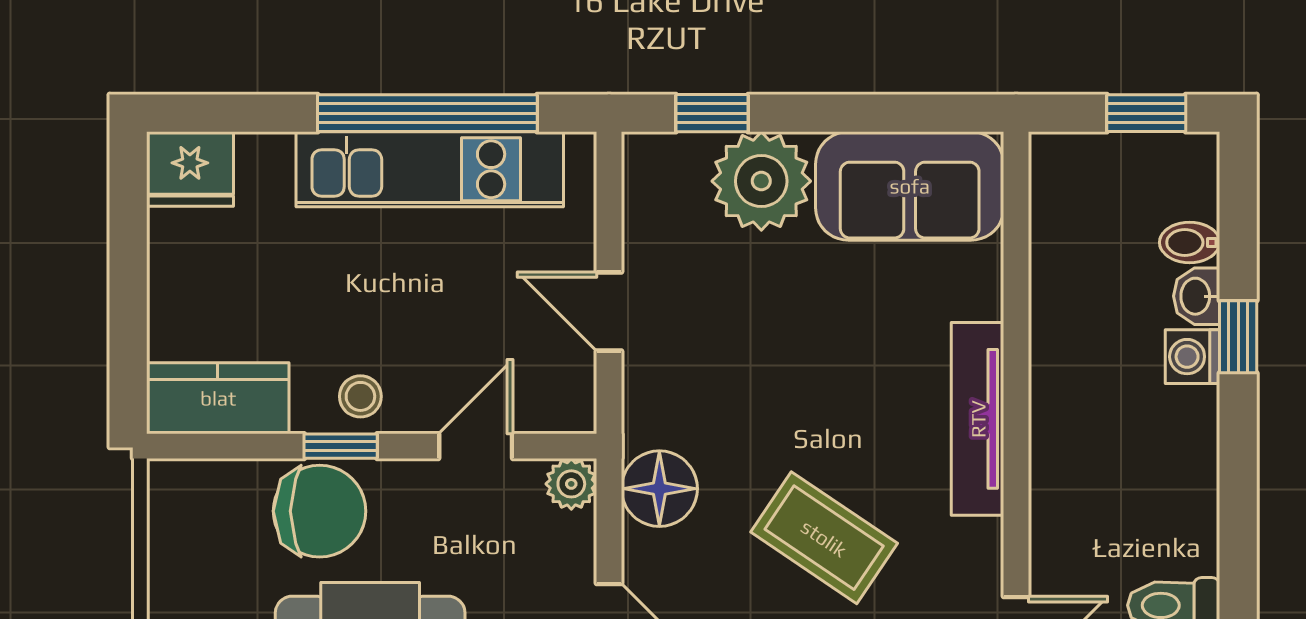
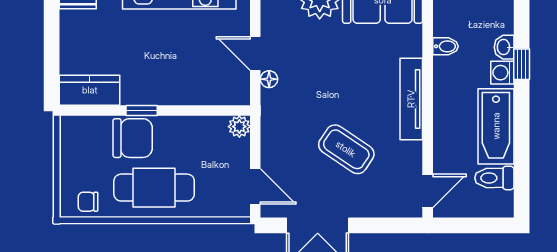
bidet: (1190, 242) -> (446, 46), moved, turned 180
stool: (360, 396) -> (150, 89), removed
door: (476, 446) -> (199, 111), removed
bathtub: (1178, 483) -> (496, 126), added
floor lamp: (659, 489) -> (269, 79), moved, width x0.53, depth x0.53

